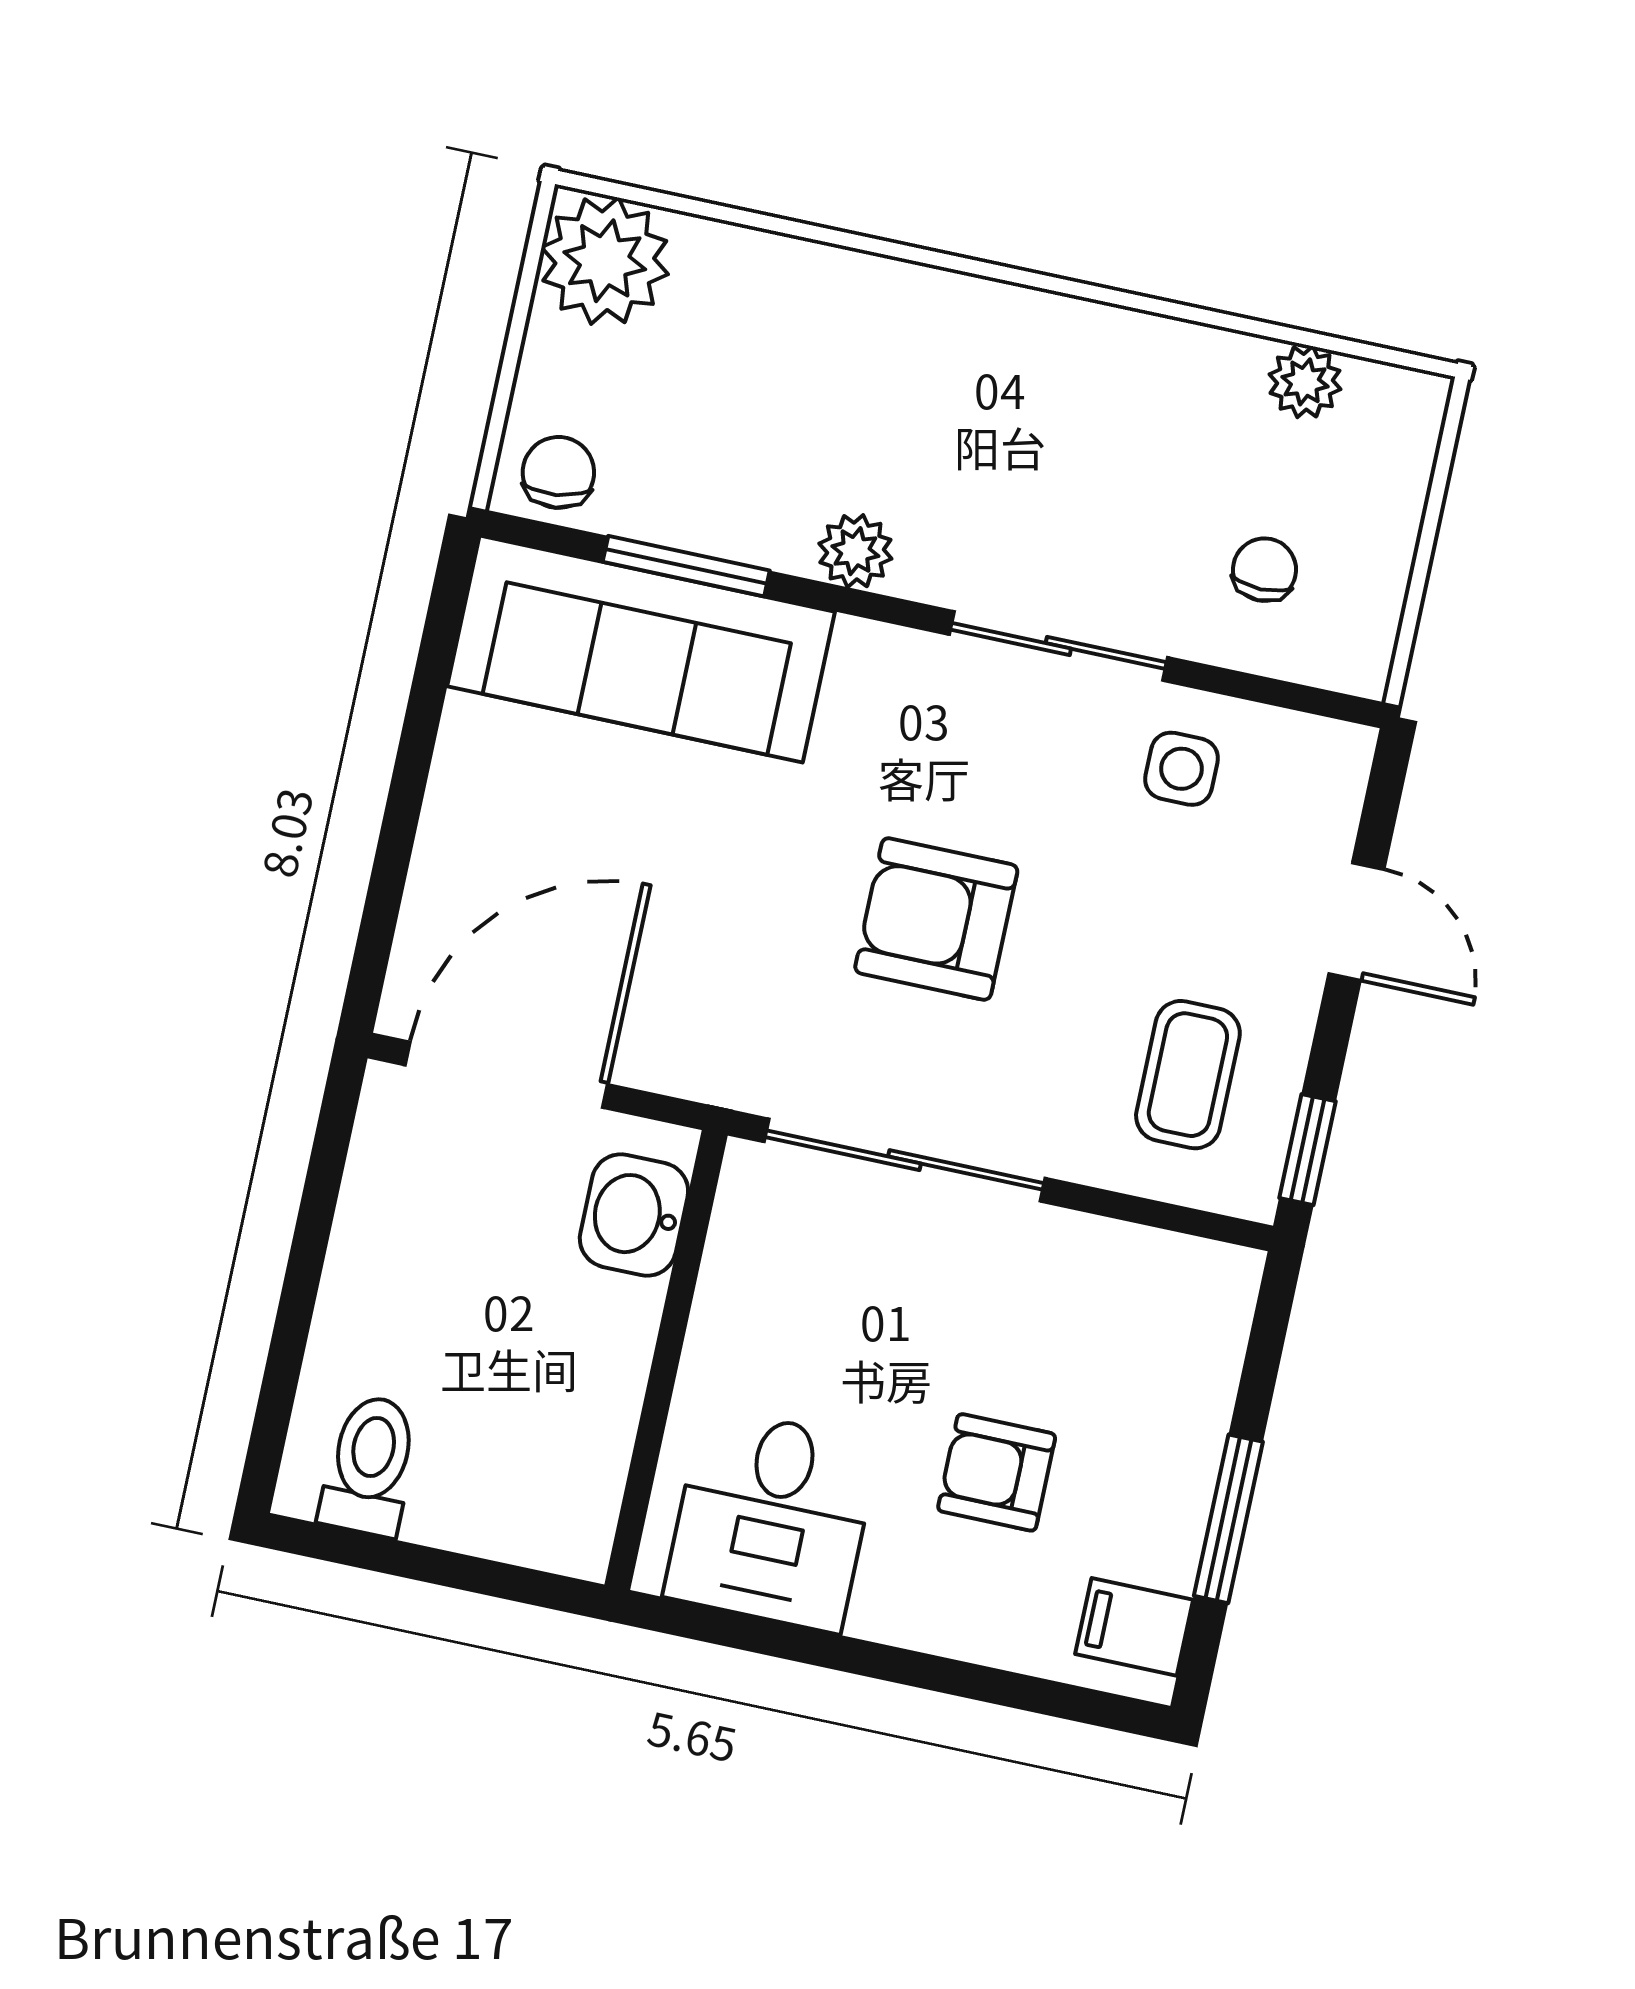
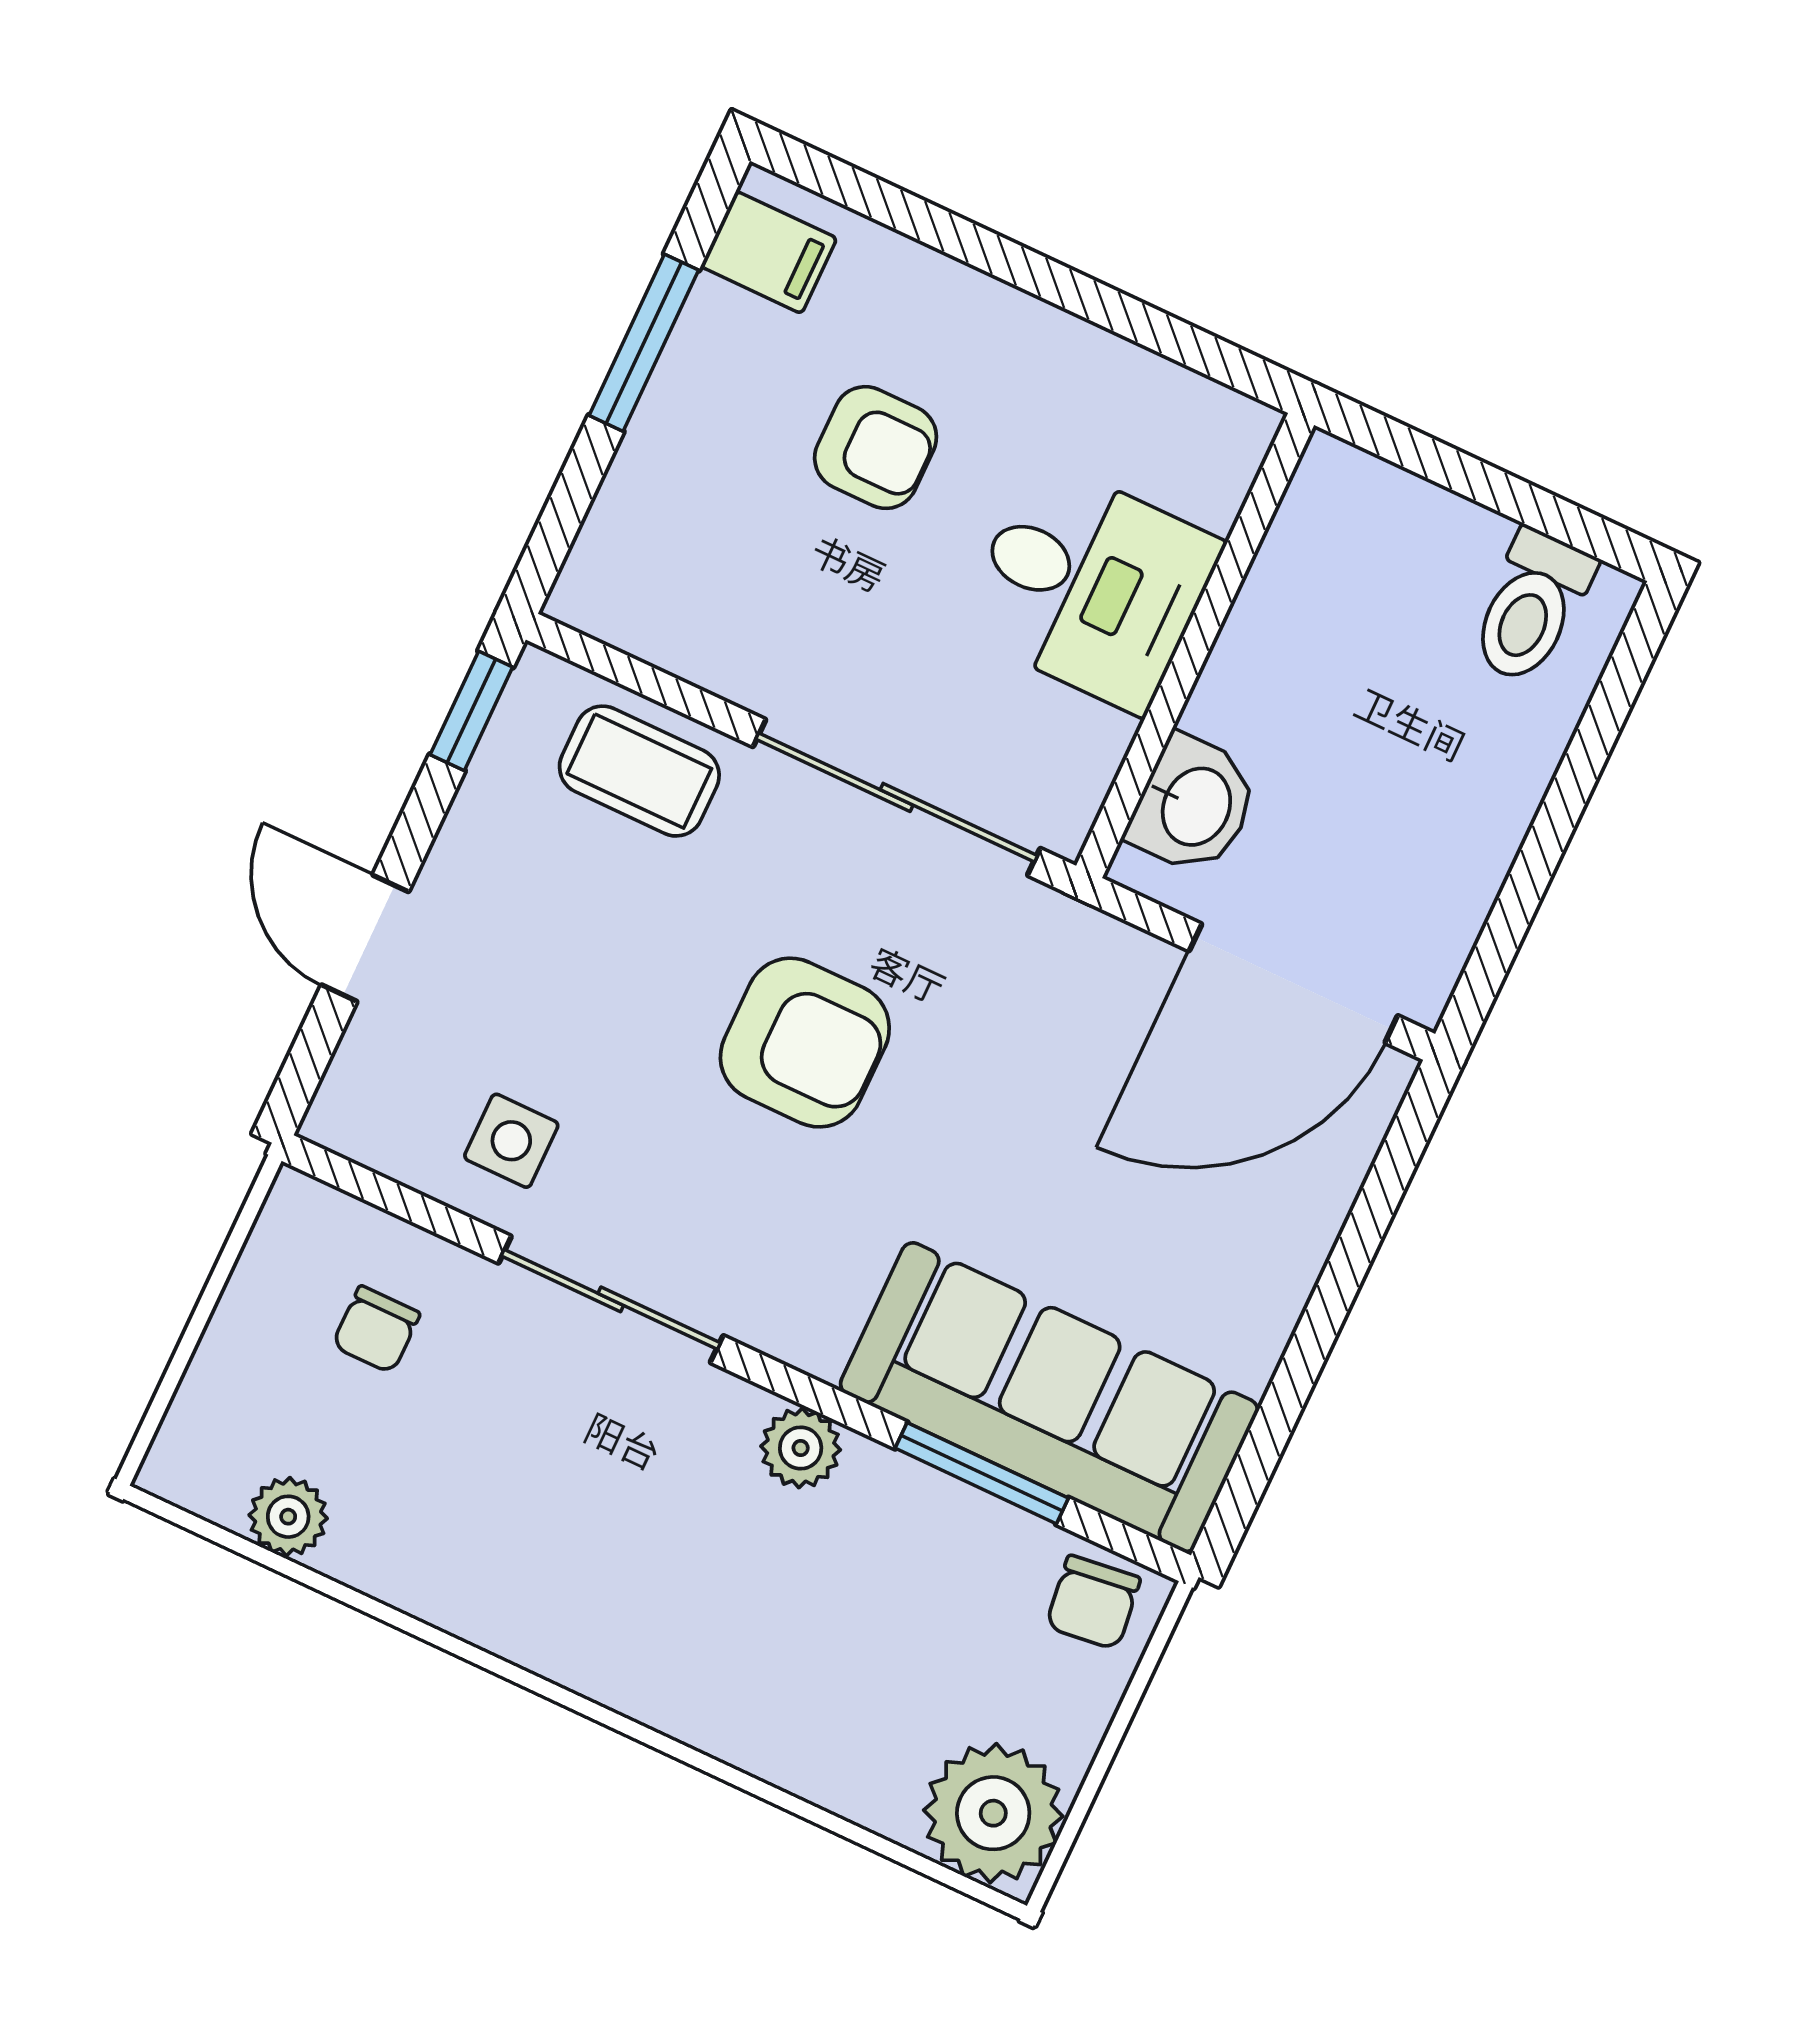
coffee table: (1188, 1075) -> (639, 771), moved, turned 90
desk: (772, 1520) -> (1090, 586), moved, turned 90

